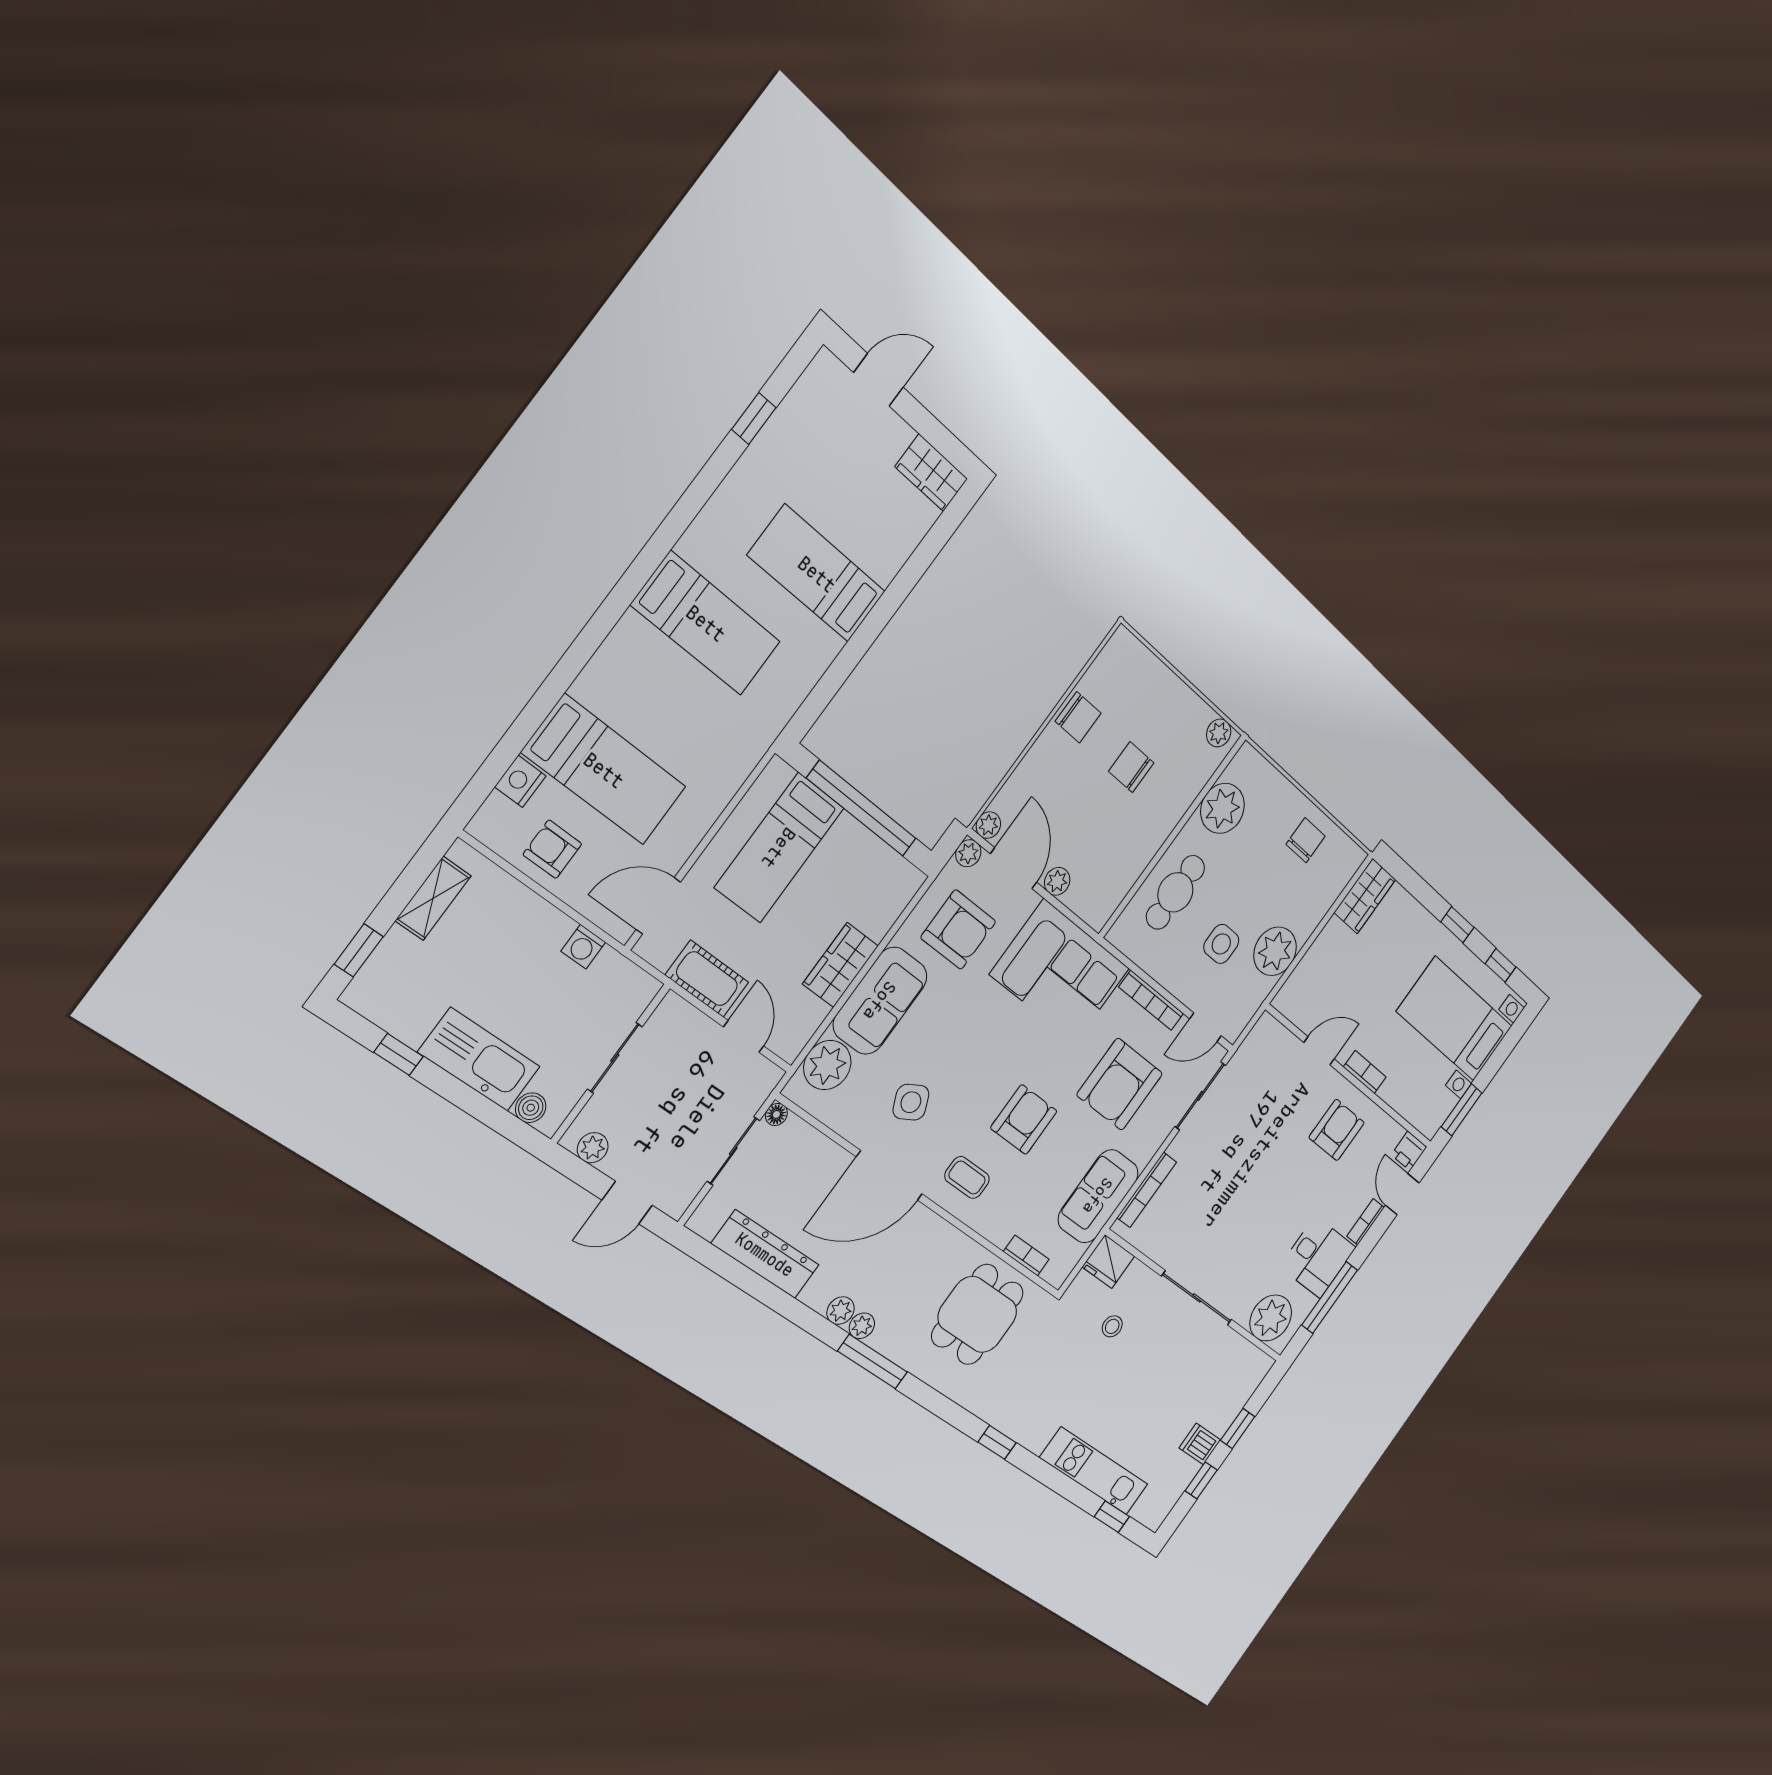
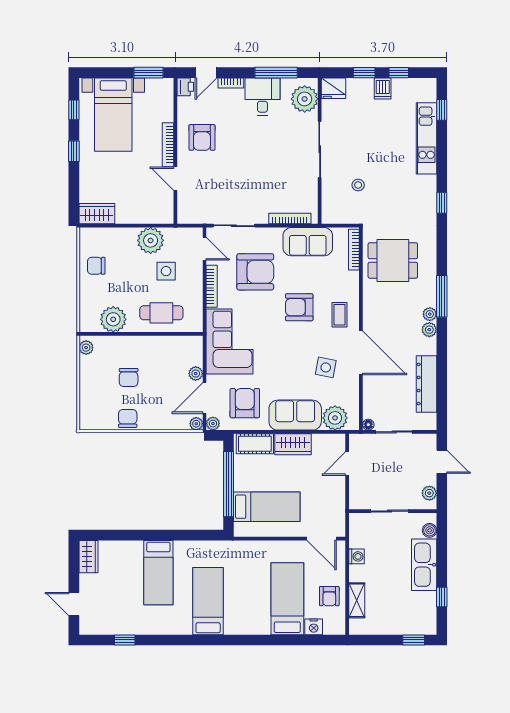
shelving: (433, 898) -> (357, 600), moved, turned 90
cot: (707, 979) -> (255, 444), moved, turned 90
bookcase: (1365, 1072) -> (168, 145), width x1.56
side table: (911, 1102) -> (326, 367), turned 38
armchair: (1337, 1130) -> (202, 137), turned -90
bookcase: (1026, 1255) -> (354, 250), width x1.56
fridge: (1108, 1262) -> (333, 88), moved, turned 90

